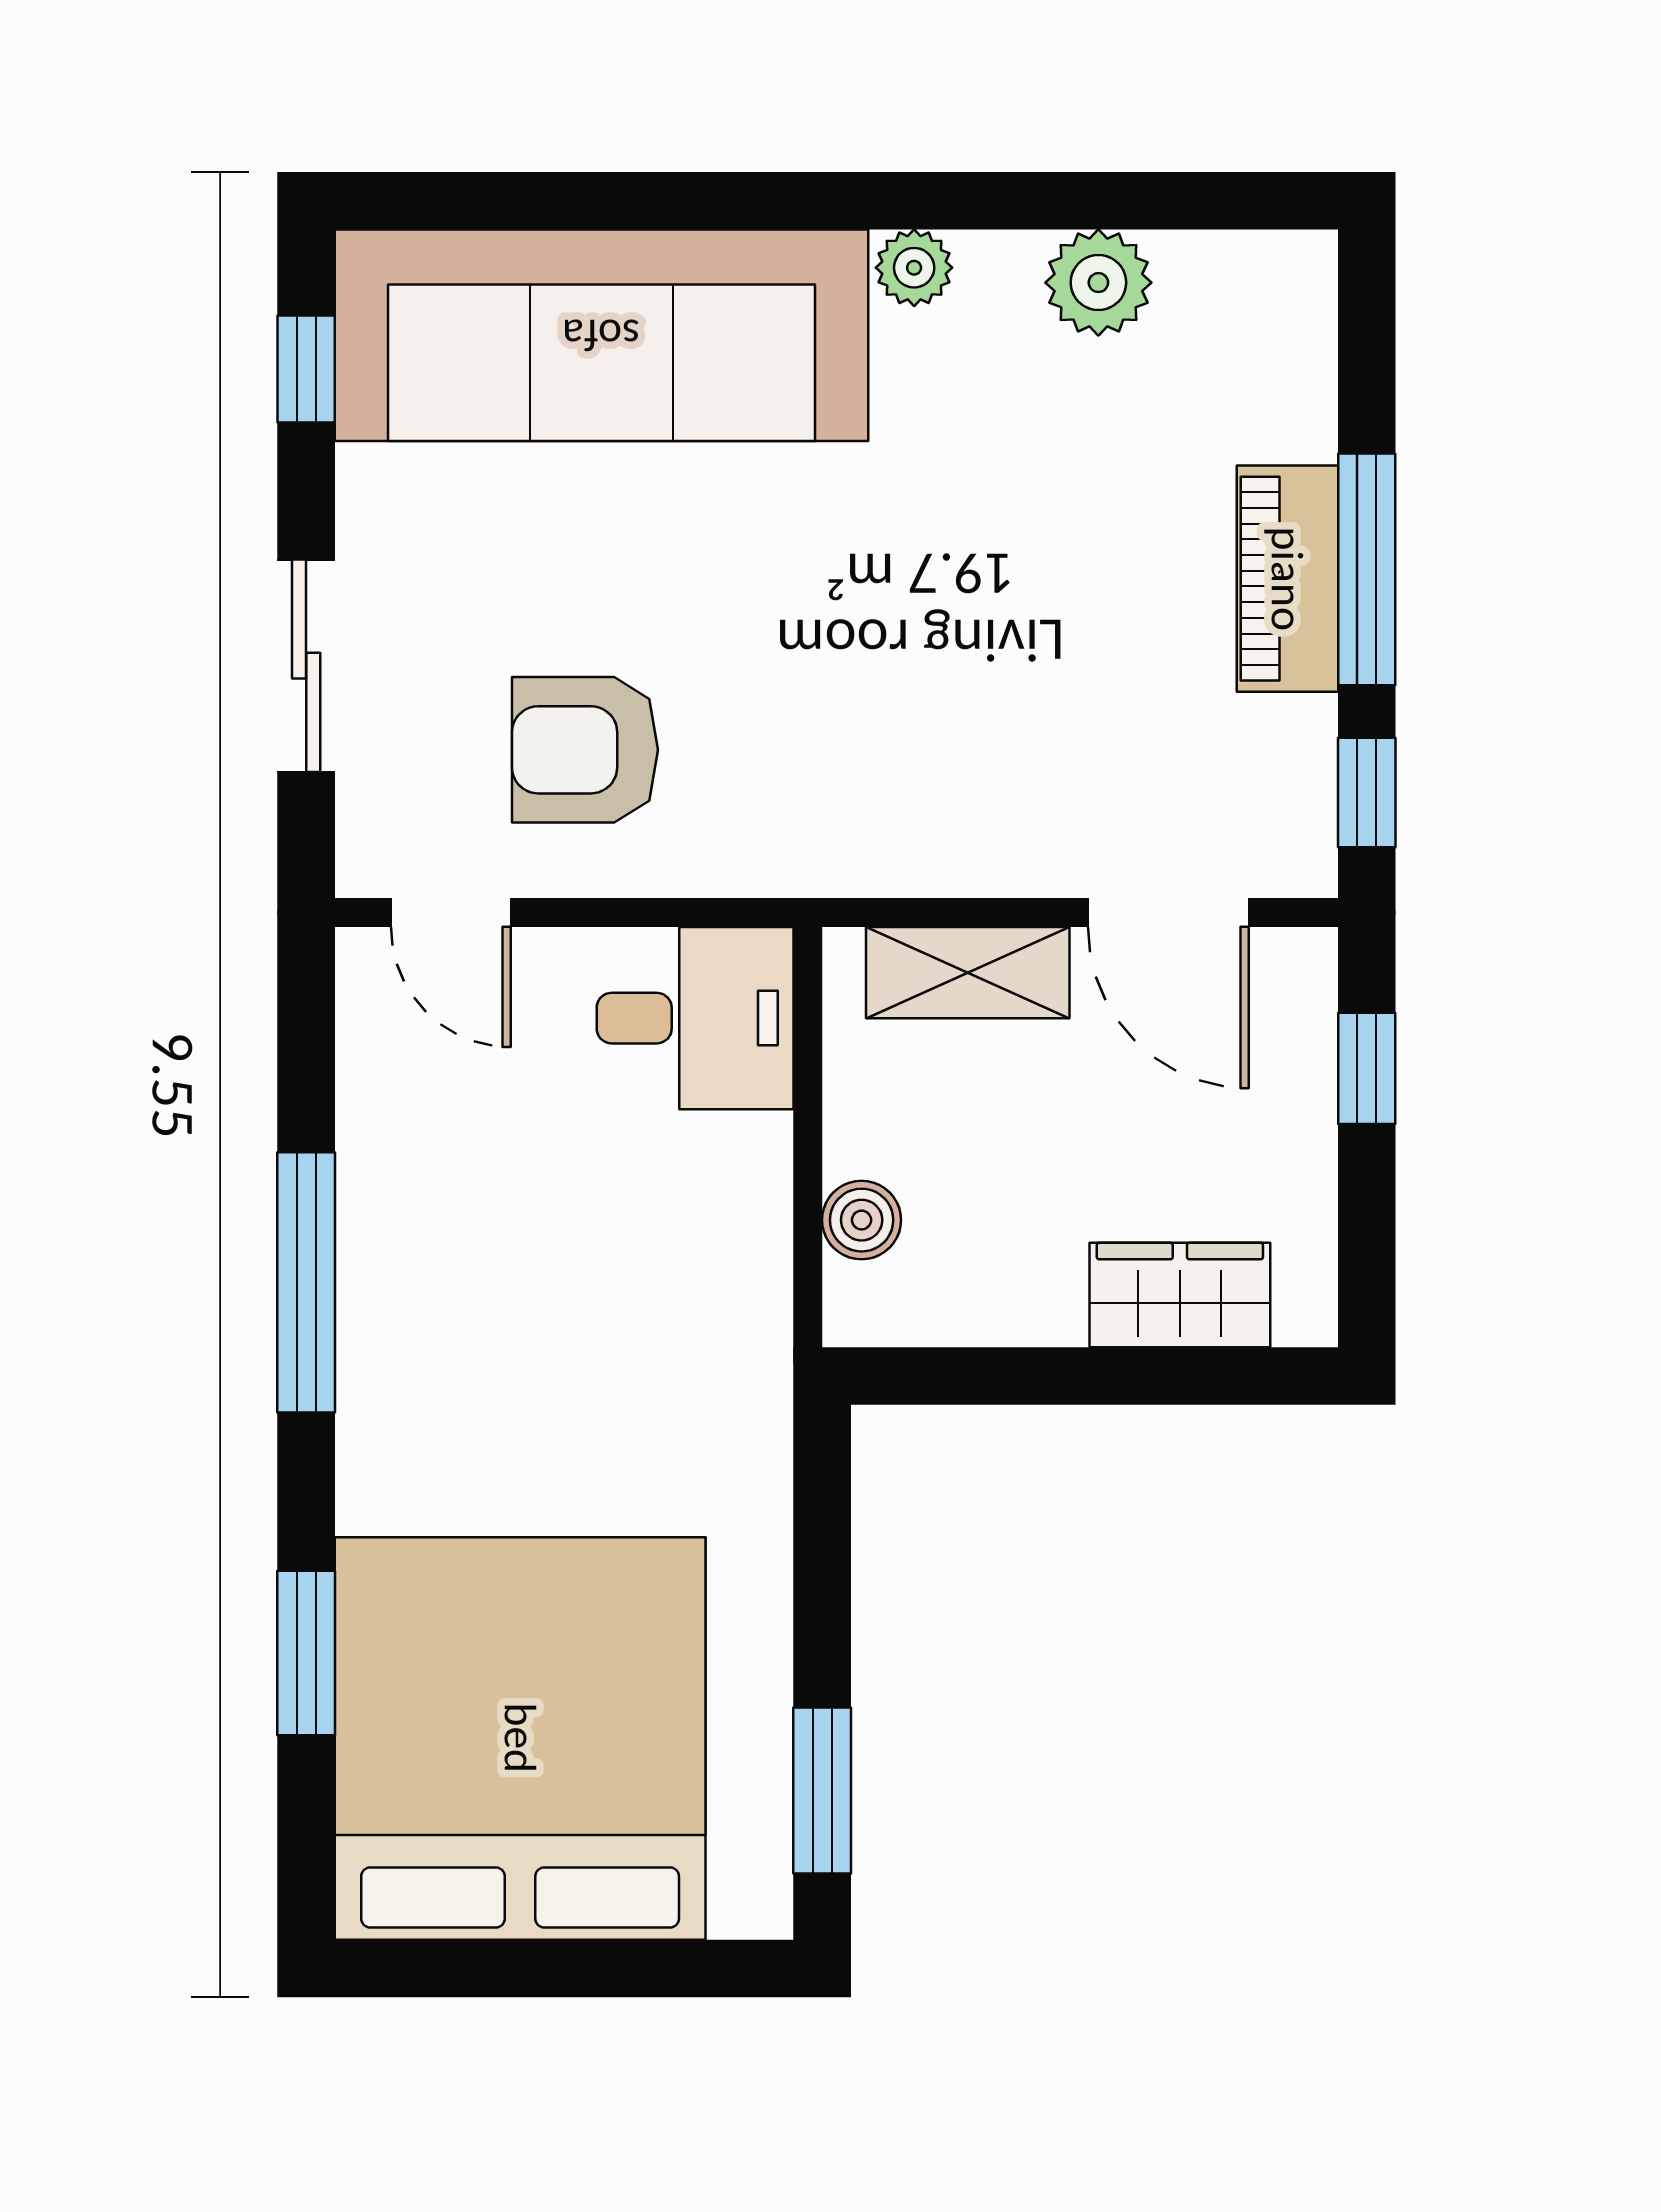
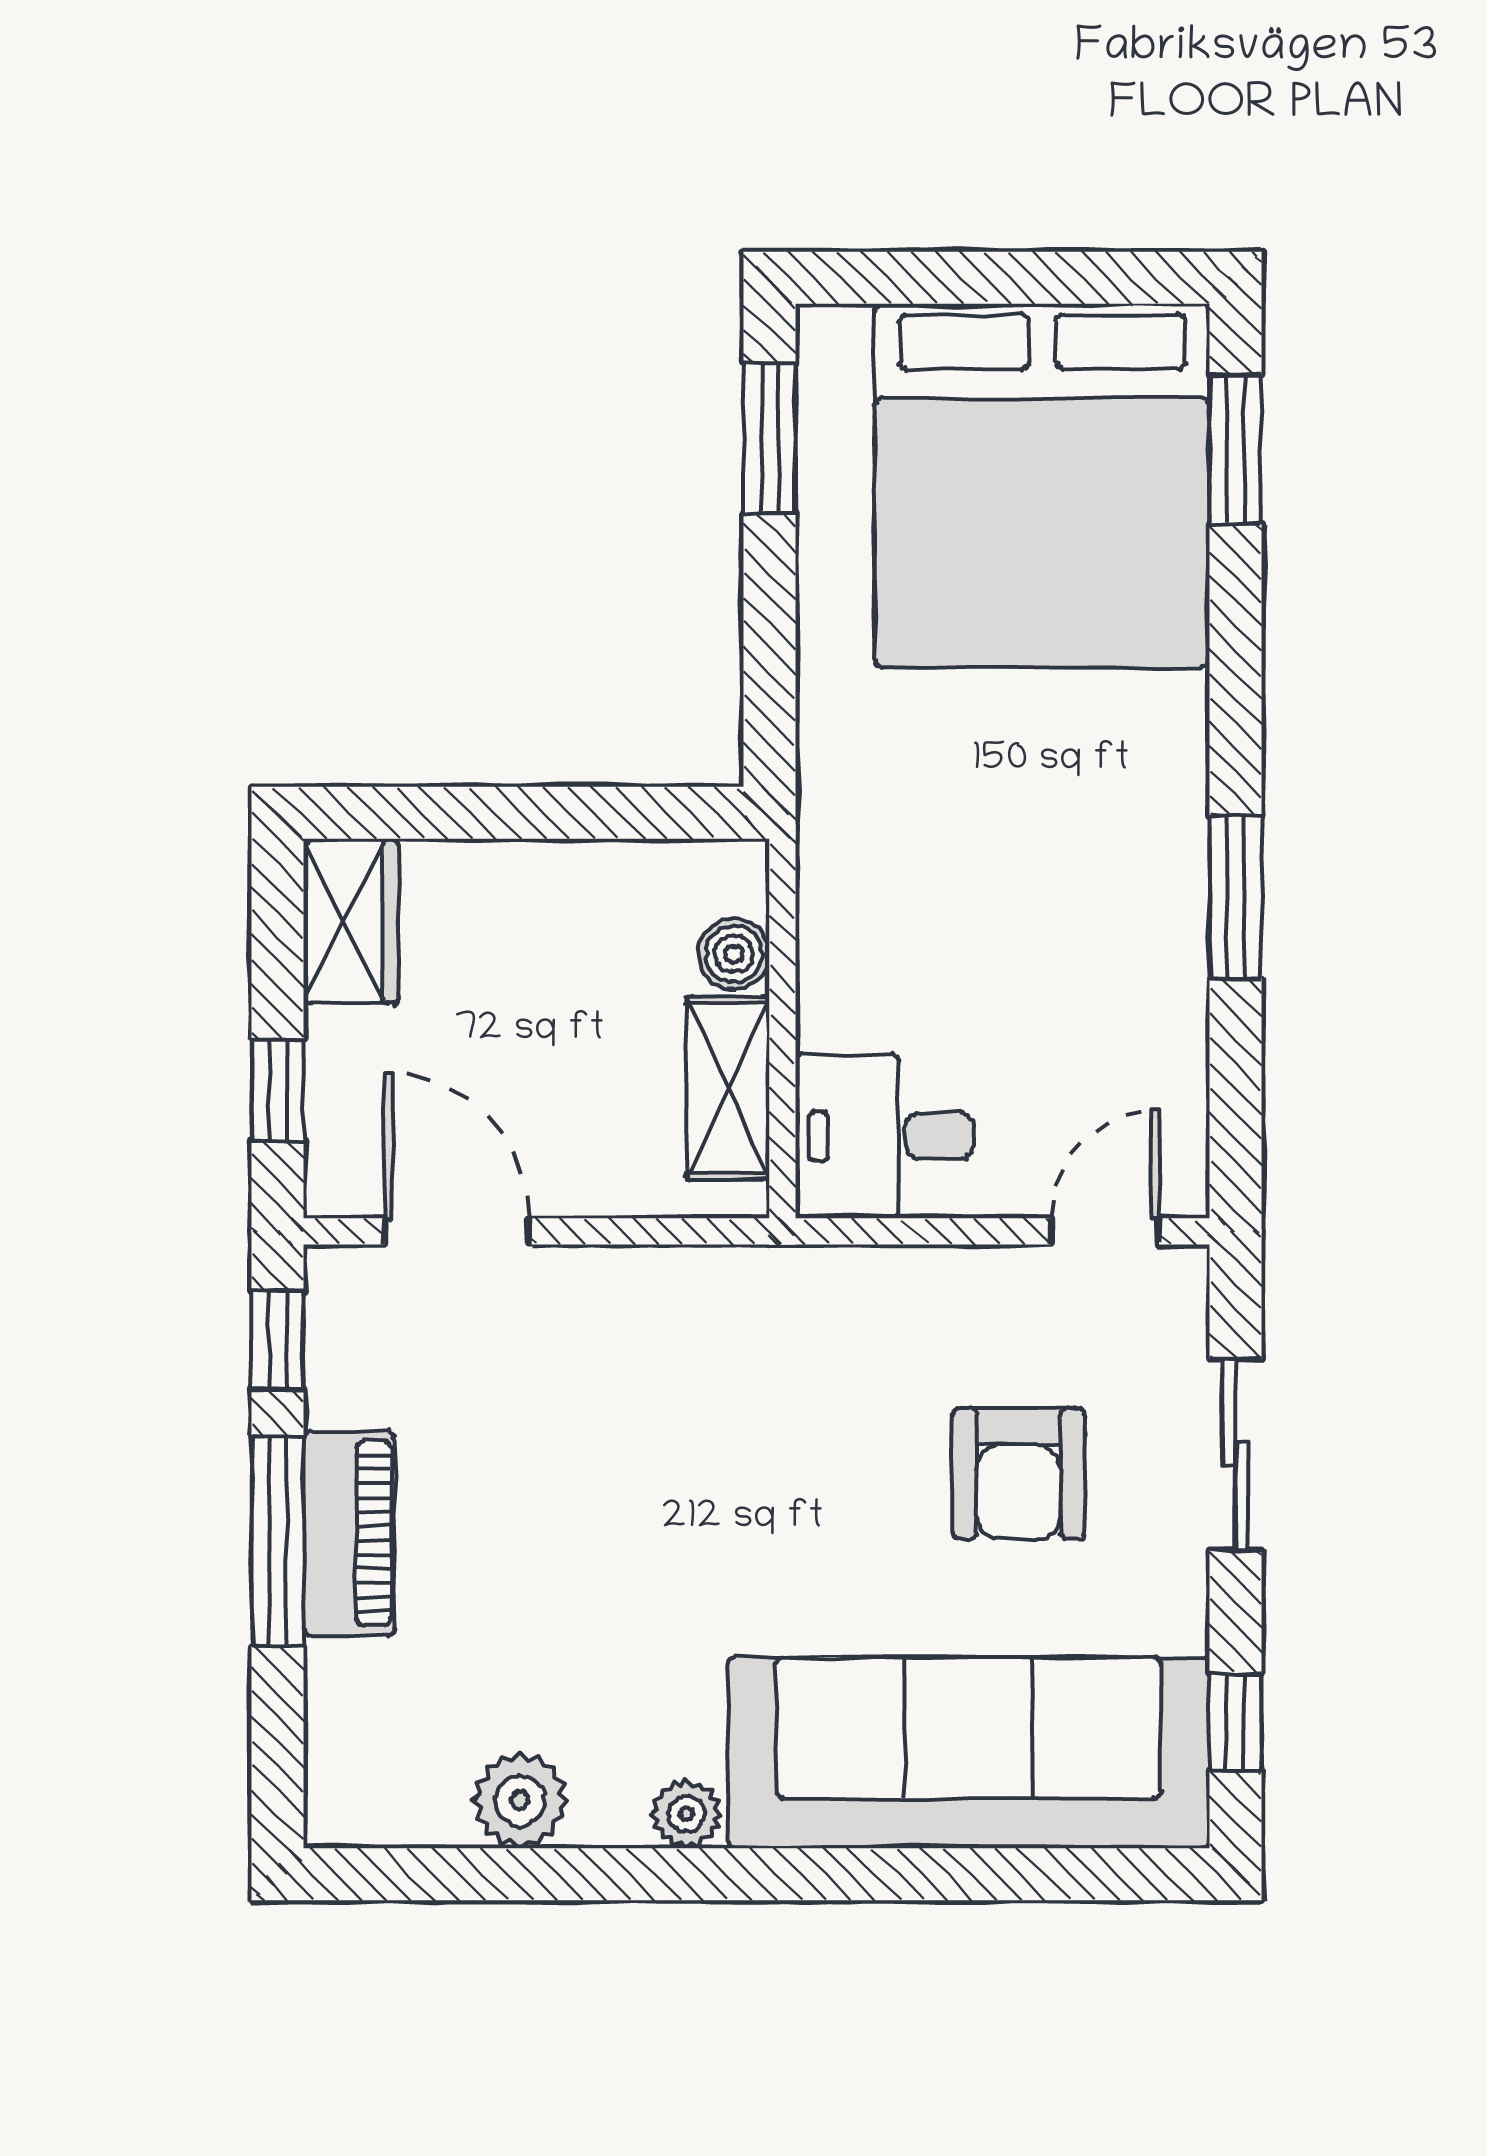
armchair: (585, 750) -> (1018, 1474), moved, turned 90
door: (451, 913) -> (1105, 1231), hinge flipped
shelving: (968, 973) -> (728, 1088), moved, turned 90
window: (306, 1282) -> (1236, 897), width x0.69
wardrobe: (1180, 1295) -> (351, 922), moved, turned -90
window: (306, 1653) -> (1236, 449), moved

